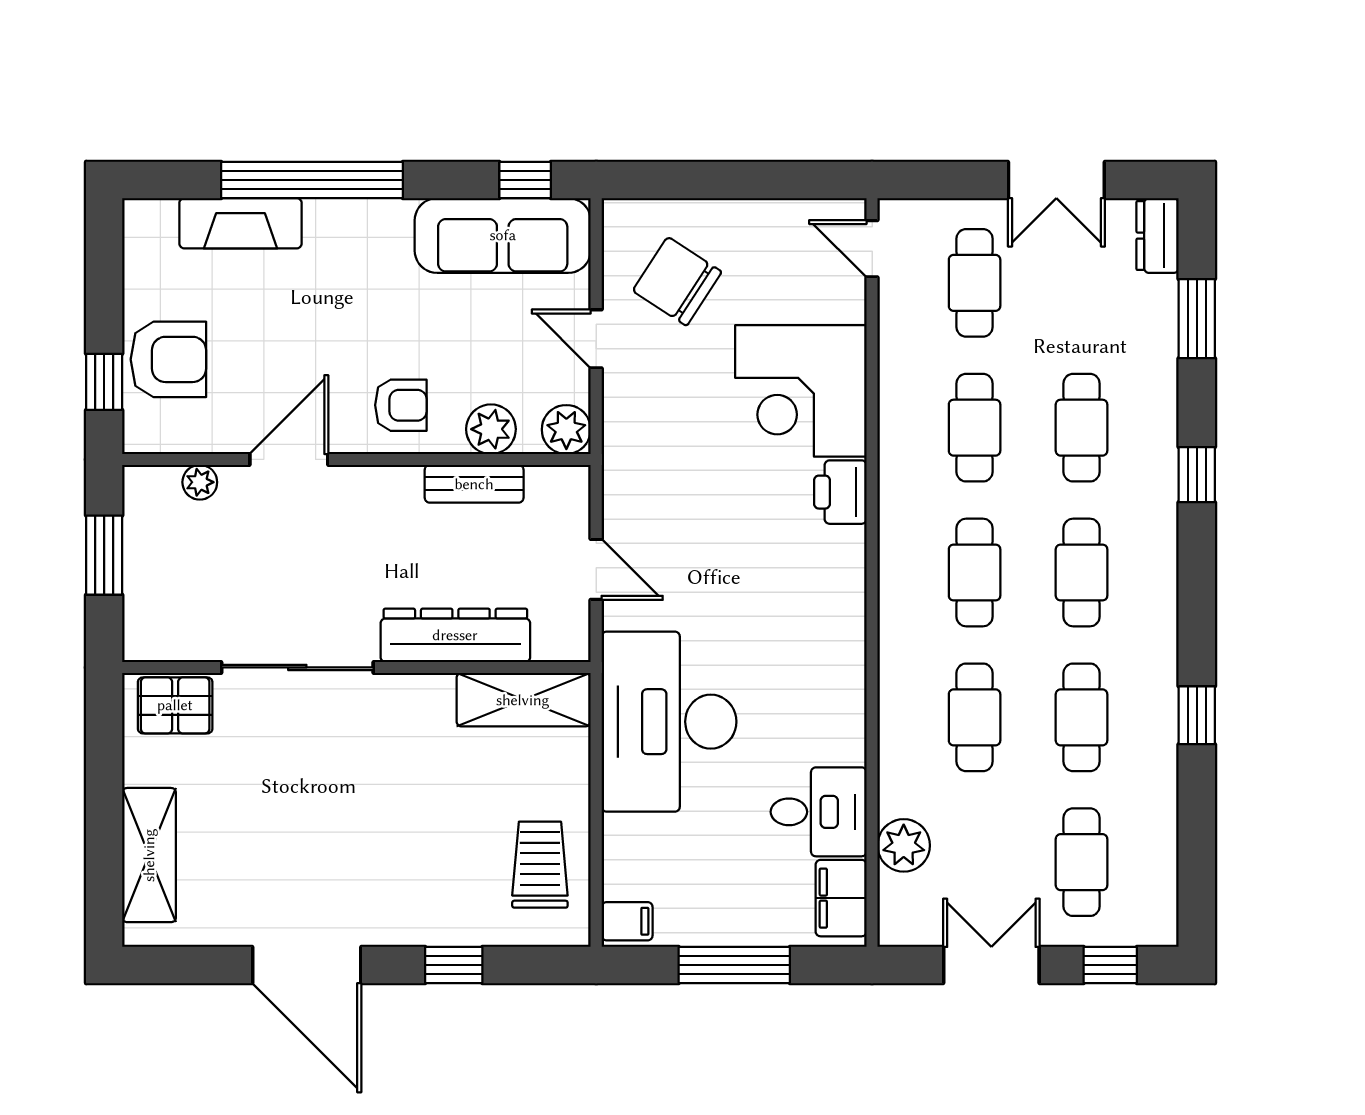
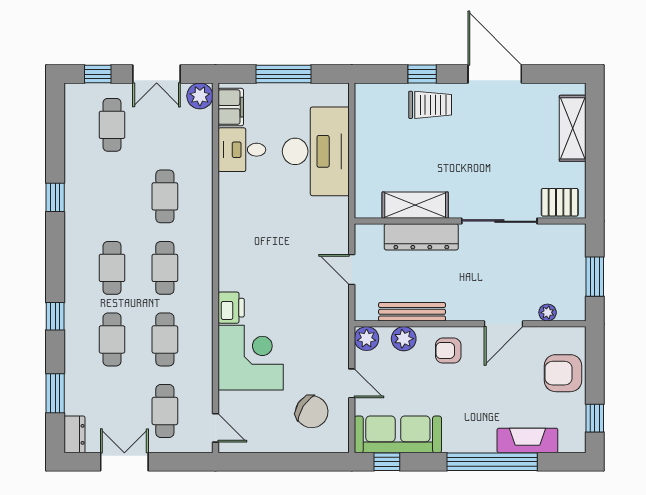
window: (104, 382) -> (595, 418), moved
bench: (474, 484) -> (412, 312), width x1.36
shelving: (523, 700) -> (415, 205), moved
cafe table: (1082, 717) -> (112, 196), removed
desk: (669, 722) -> (316, 151), moved
plant: (904, 845) -> (200, 96), moved
trolley: (540, 865) -> (430, 105), moved, turned -90
filing cabinet: (627, 921) -> (336, 96), removed

